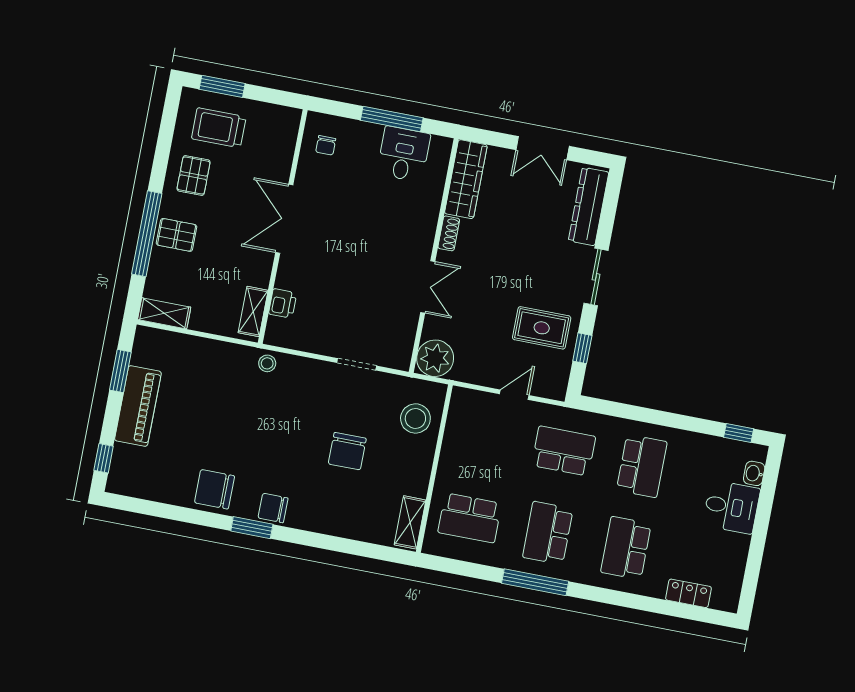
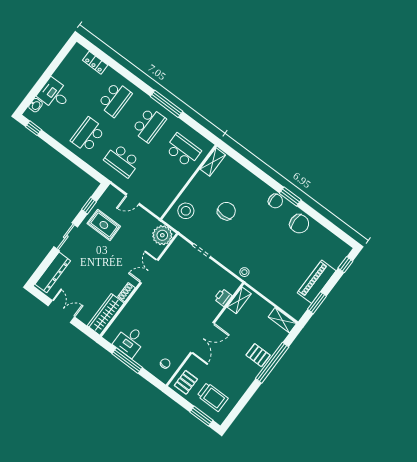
pallet: (194, 175) -> (186, 382), moved

